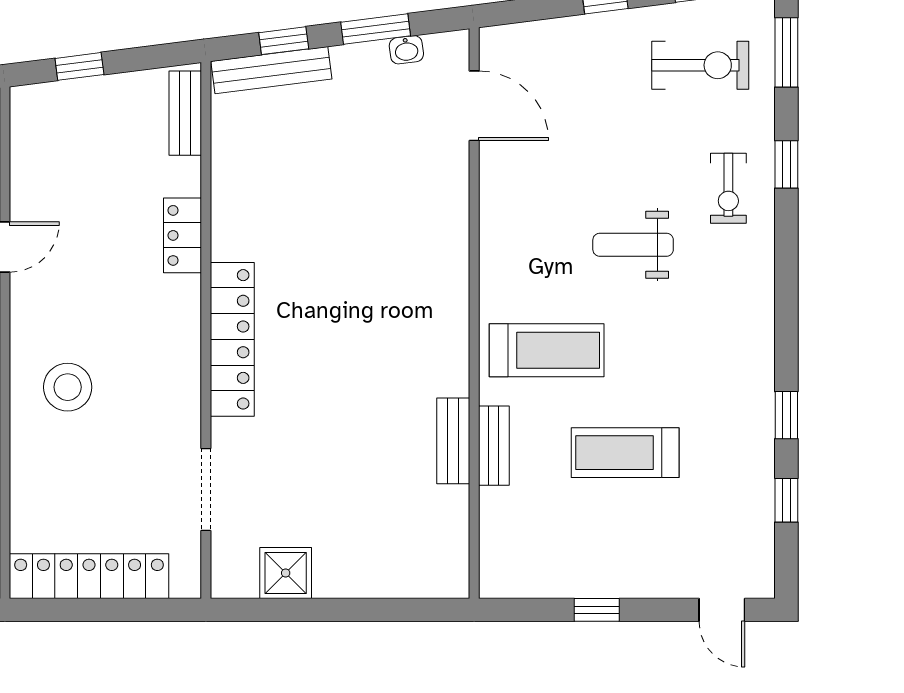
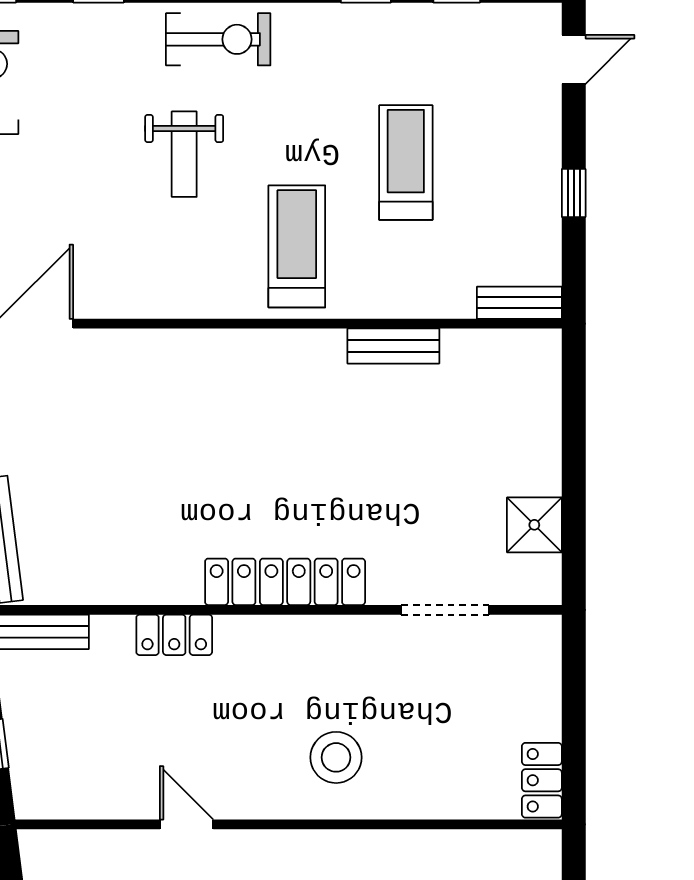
exercise bike: (728, 188) -> (218, 39), moved, width x1.38, depth x1.39
bench: (494, 446) -> (519, 303), moved
treadmill: (625, 453) -> (406, 163), turned 180
locker: (89, 576) -> (542, 780), width x0.46, depth x0.83

